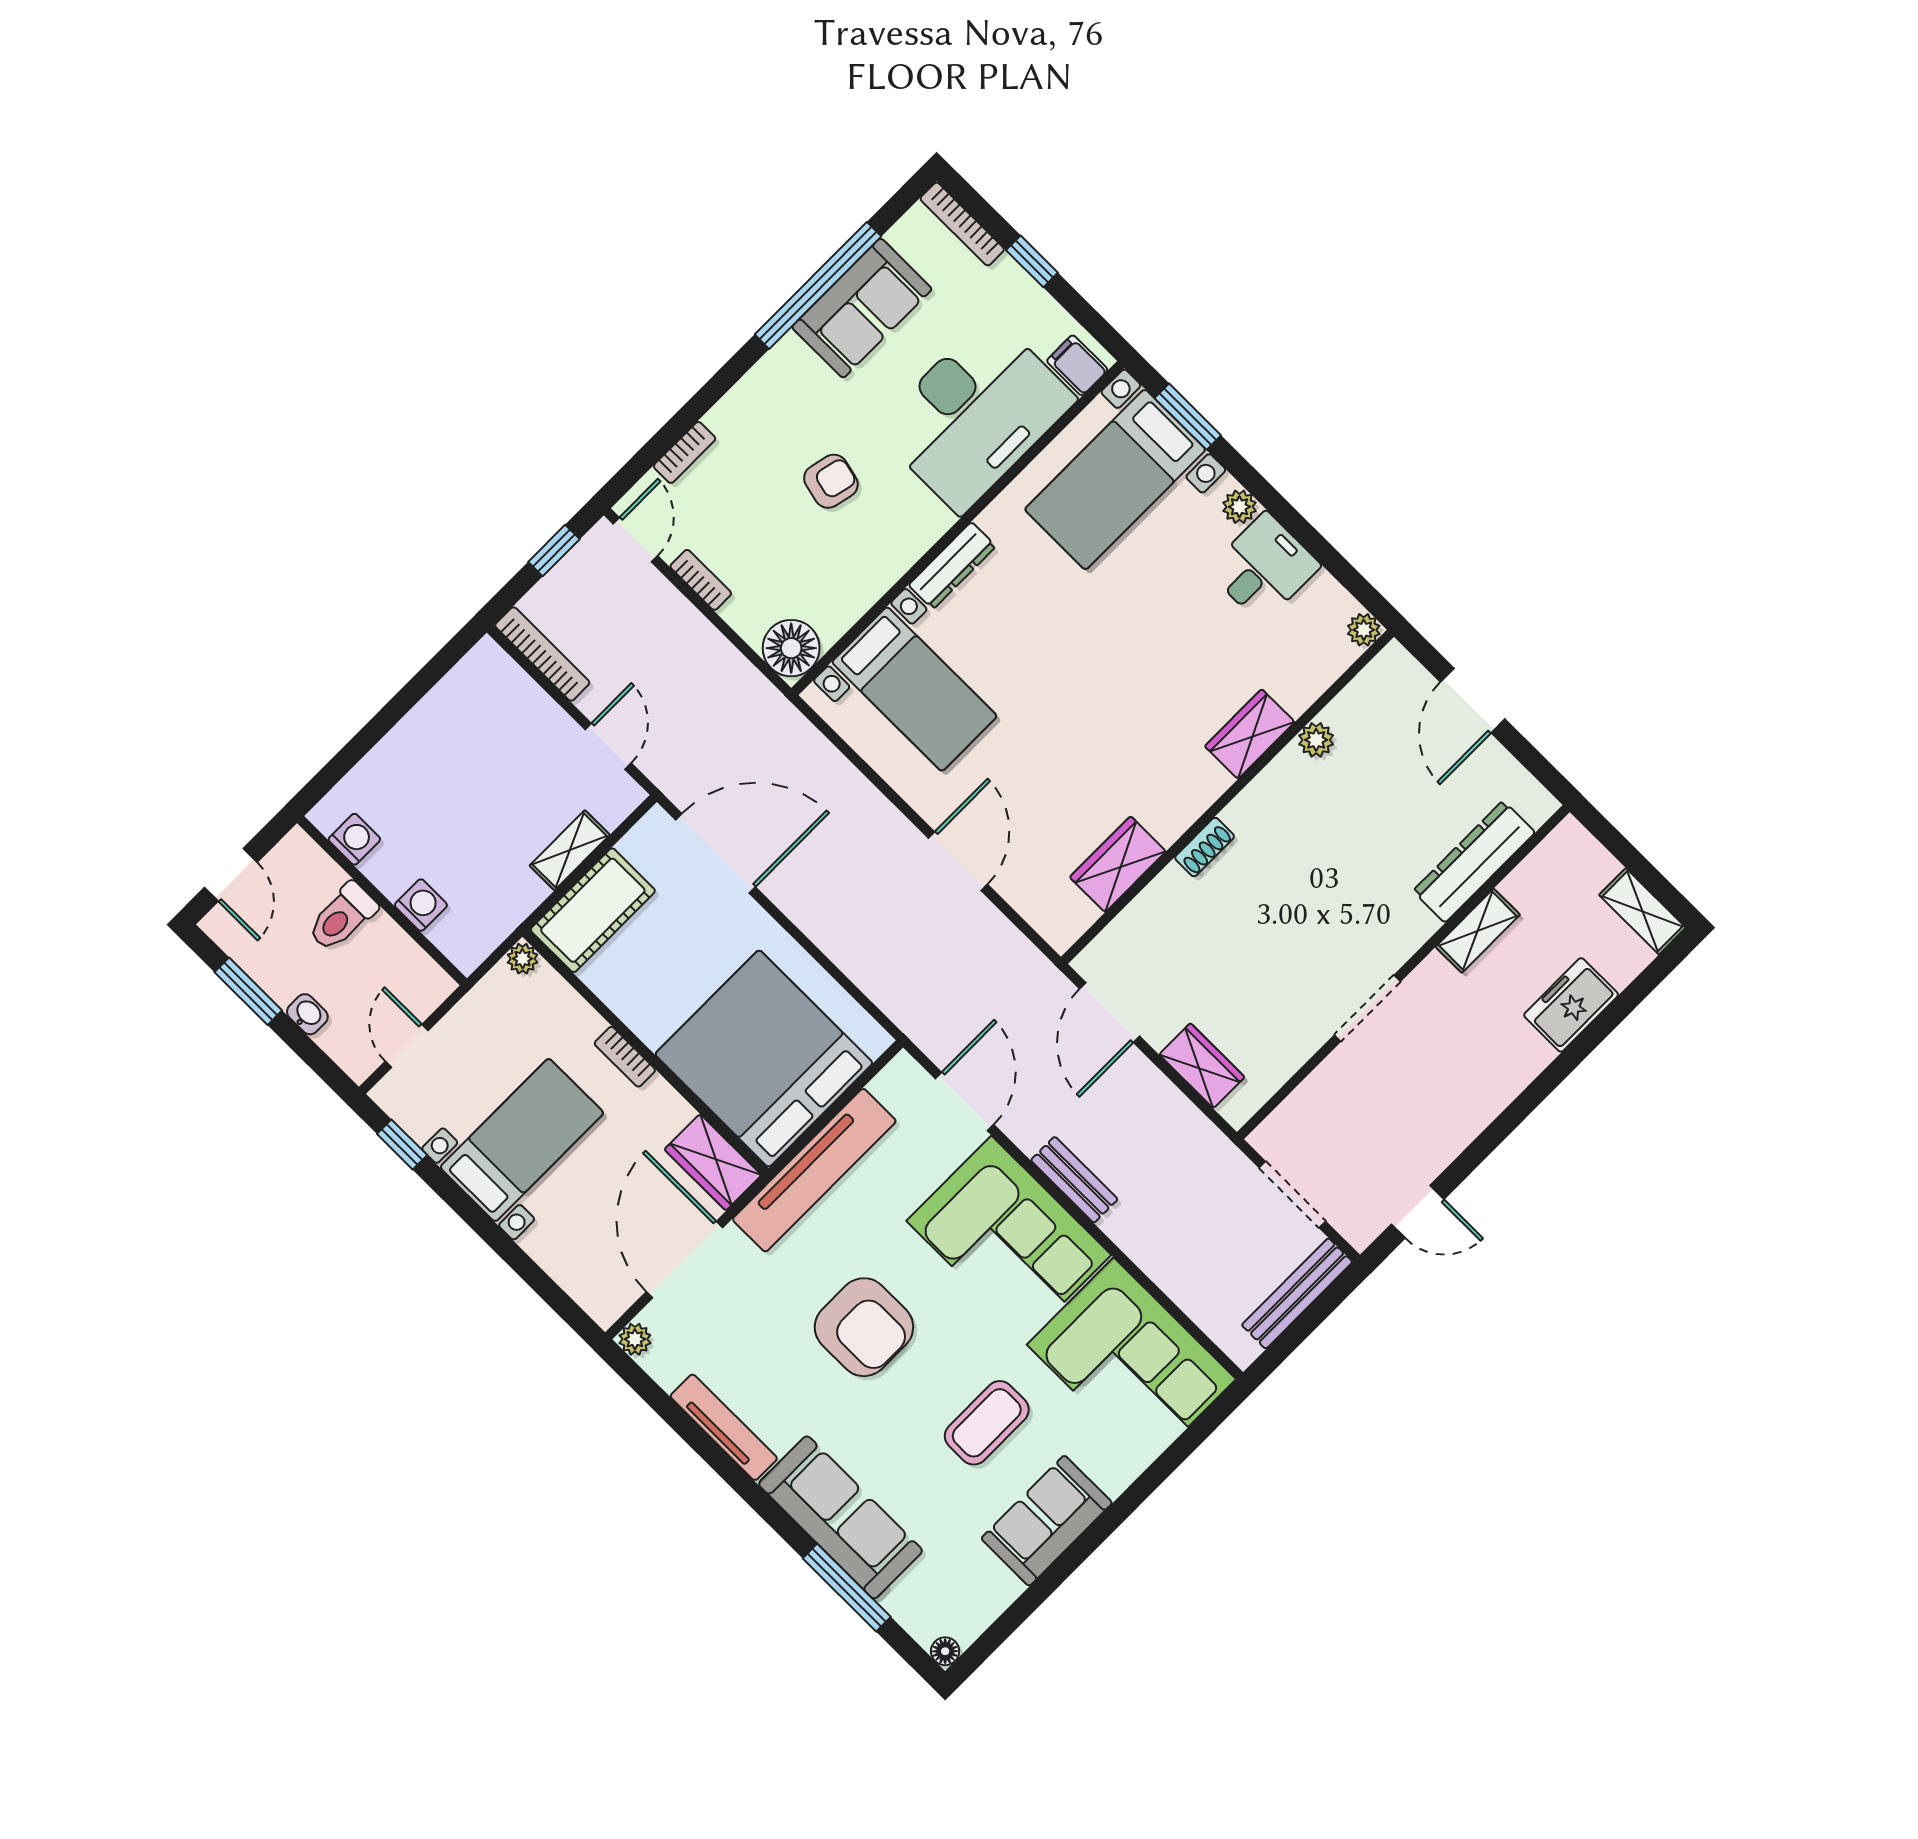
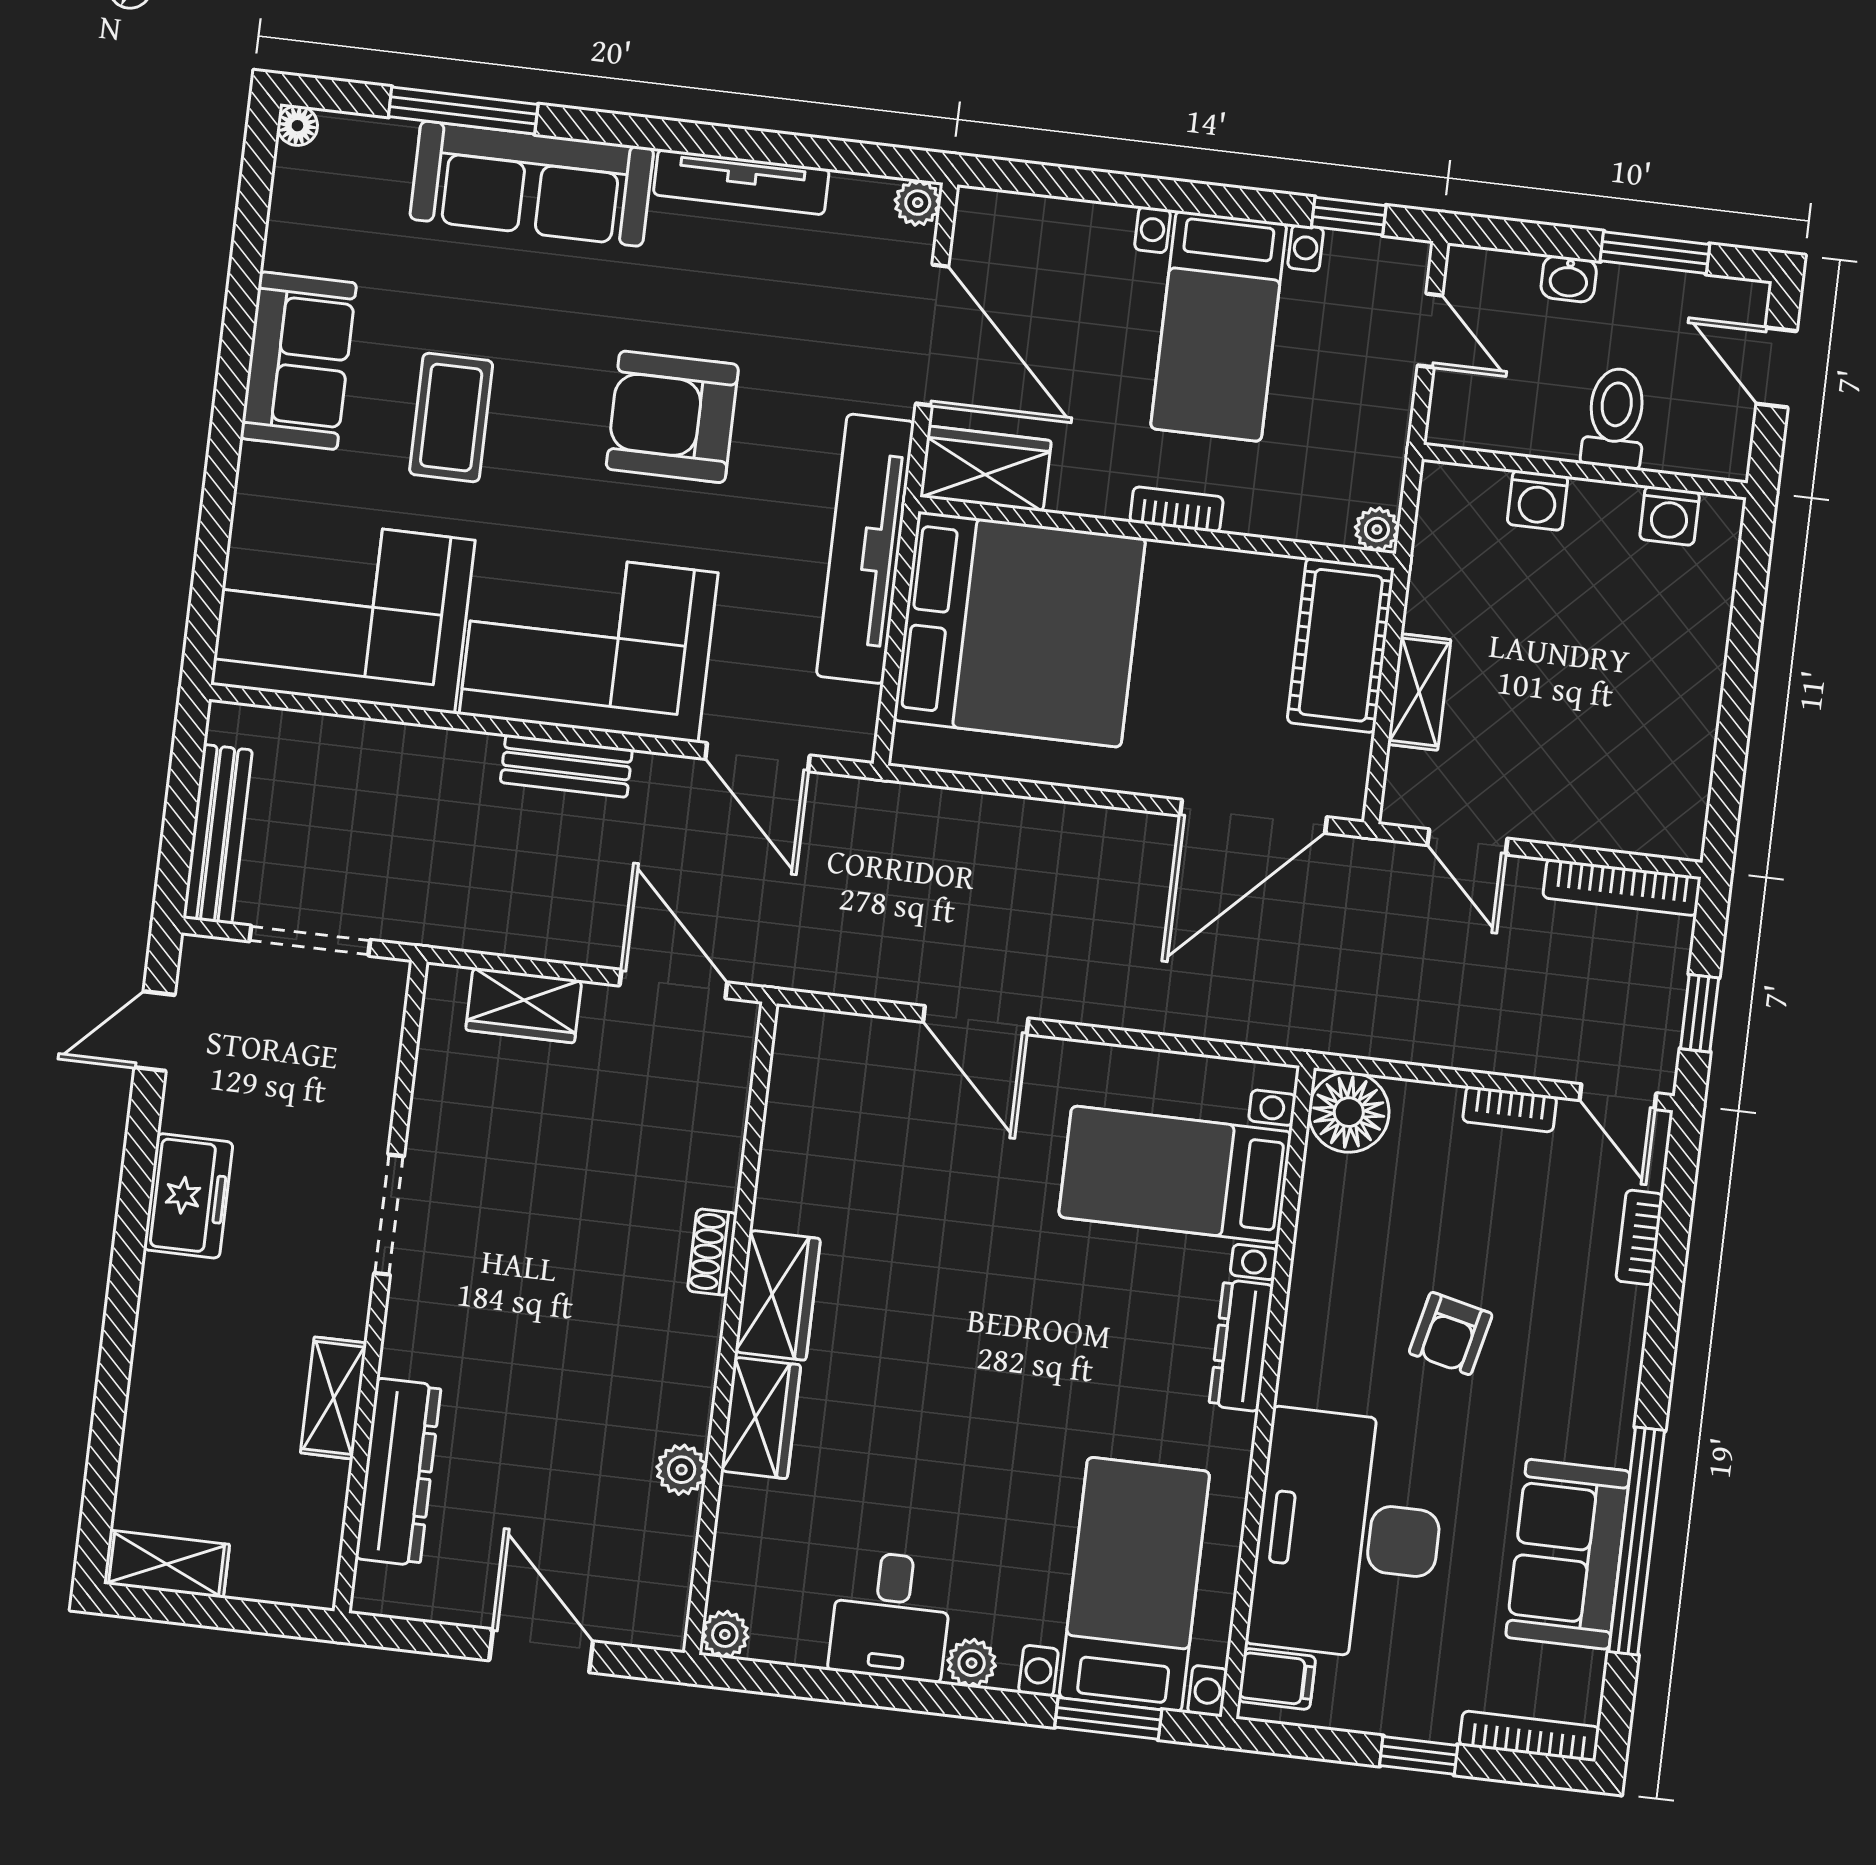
wardrobe: (1118, 864) -> (778, 1295), moved
freezer: (1571, 1005) -> (188, 1196), moved

